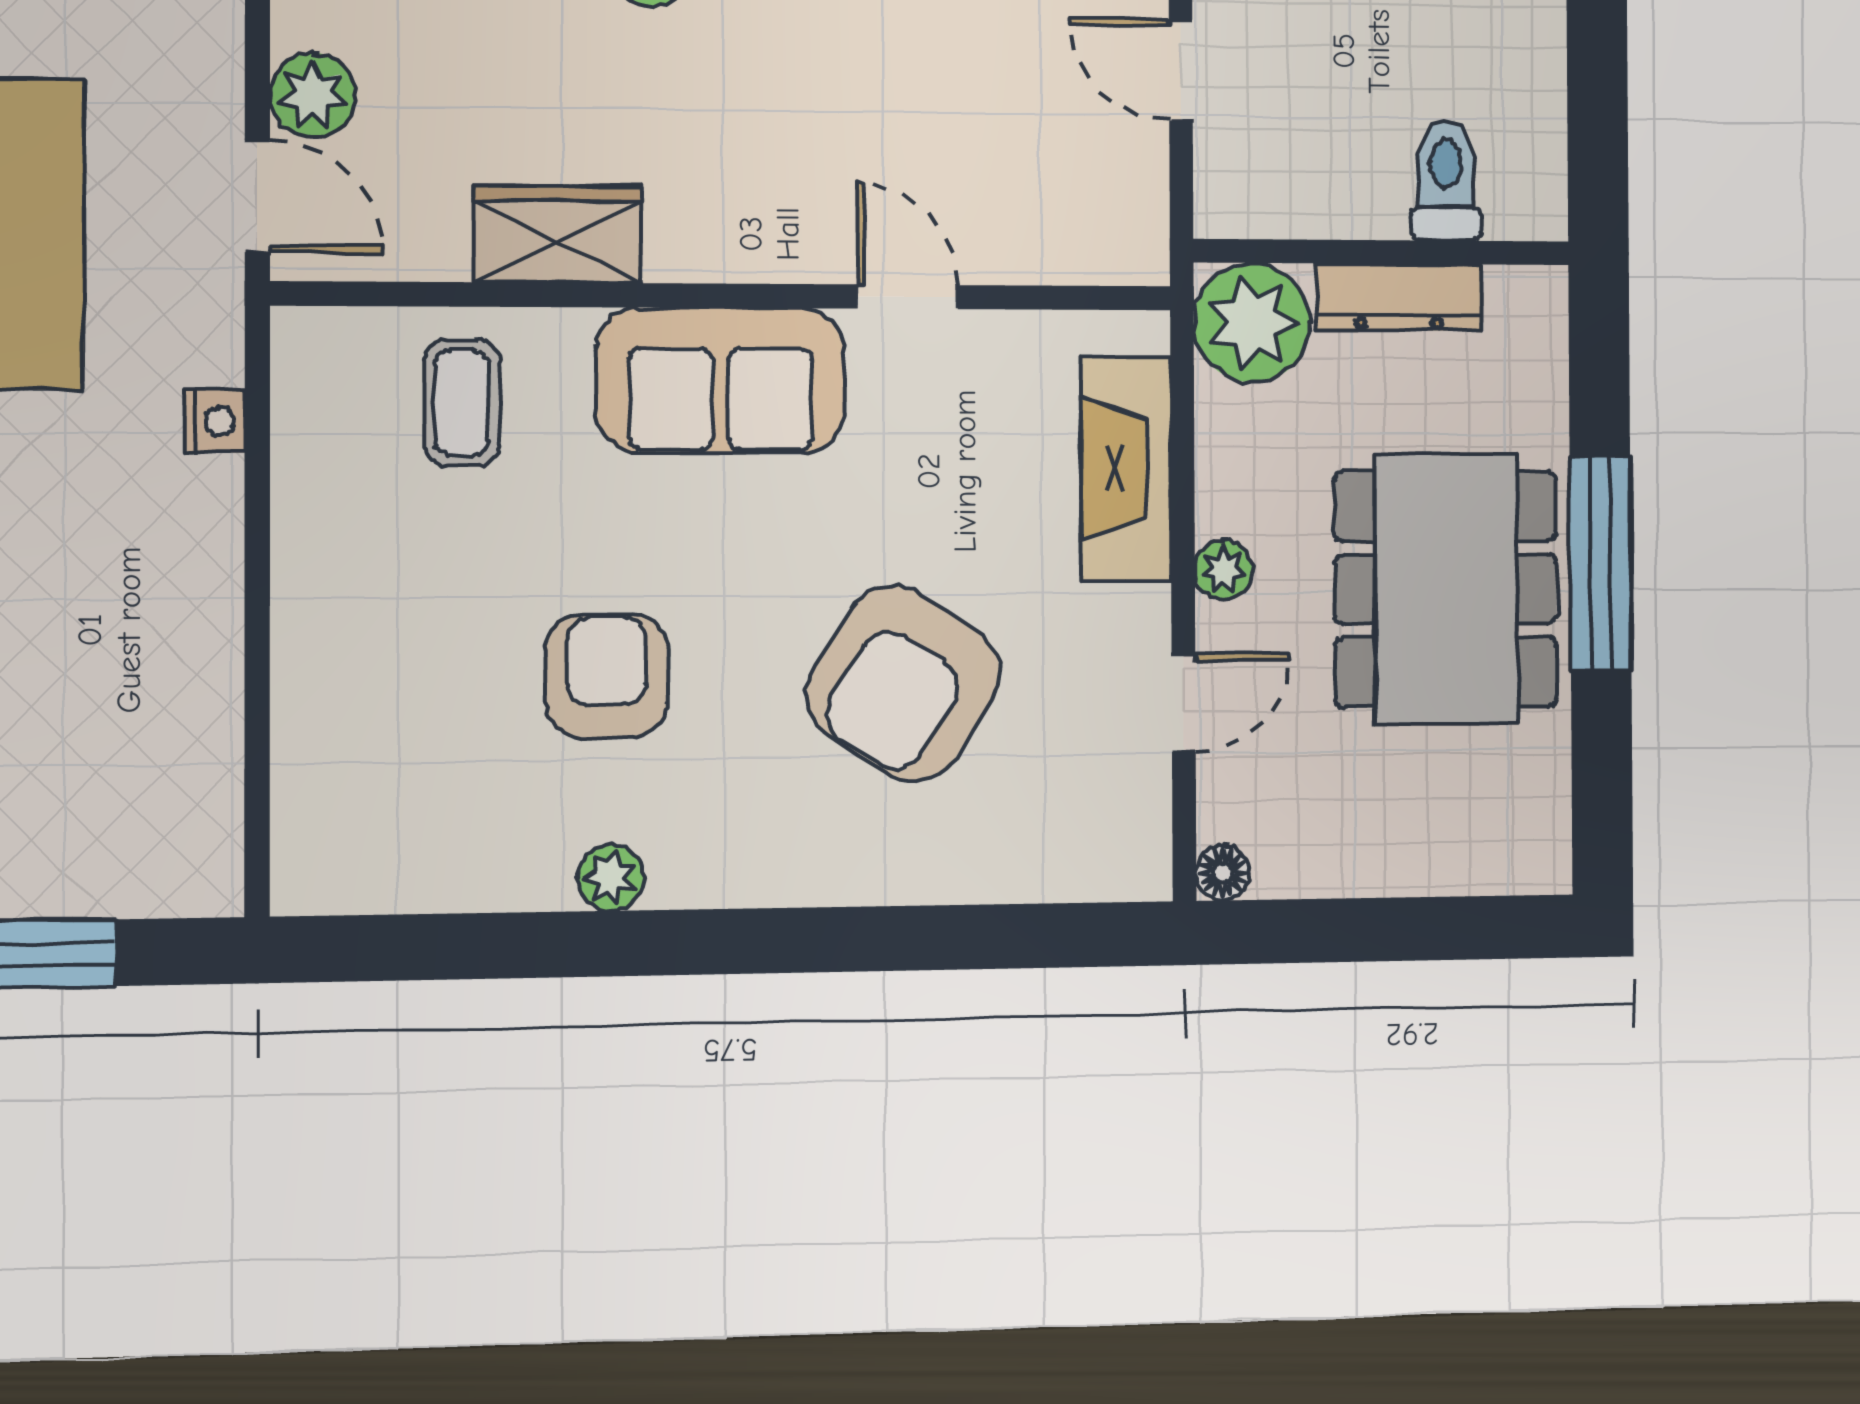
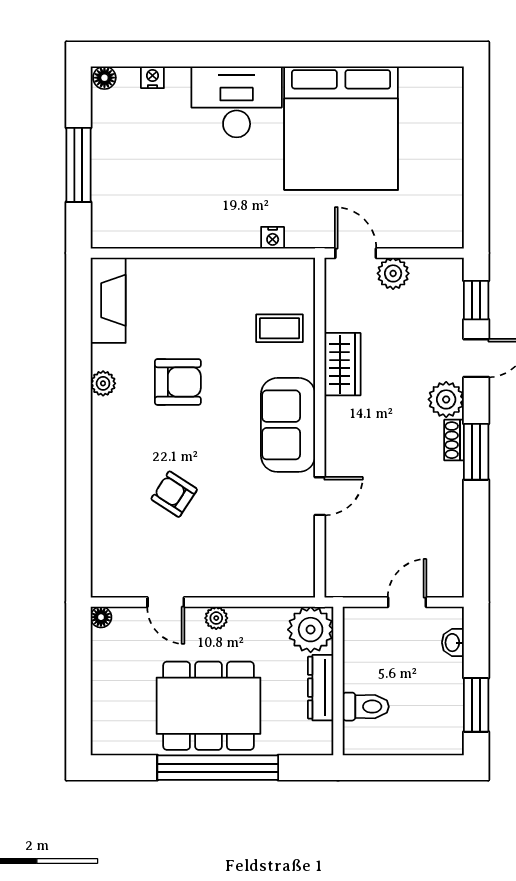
door: (257, 196) -> (356, 253), swing flipped
fireplace: (1126, 469) -> (108, 300), moved, turned 90
window: (1601, 564) -> (218, 768), width x1.46
armchair: (904, 683) -> (174, 494), width x0.53, depth x0.53

